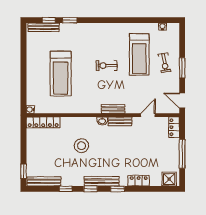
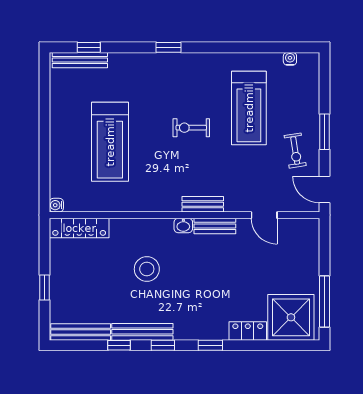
window: (70, 20) -> (168, 47), moved
exercise bike: (165, 63) -> (295, 151), moved
door: (148, 115) -> (264, 215), swing flipped
locker: (174, 127) -> (310, 236), removed
window: (182, 154) -> (325, 302), moved
window: (24, 171) -> (44, 288), moved
shower: (169, 179) -> (291, 317), width x1.86, depth x1.86
bench: (102, 181) -> (142, 332), moved

